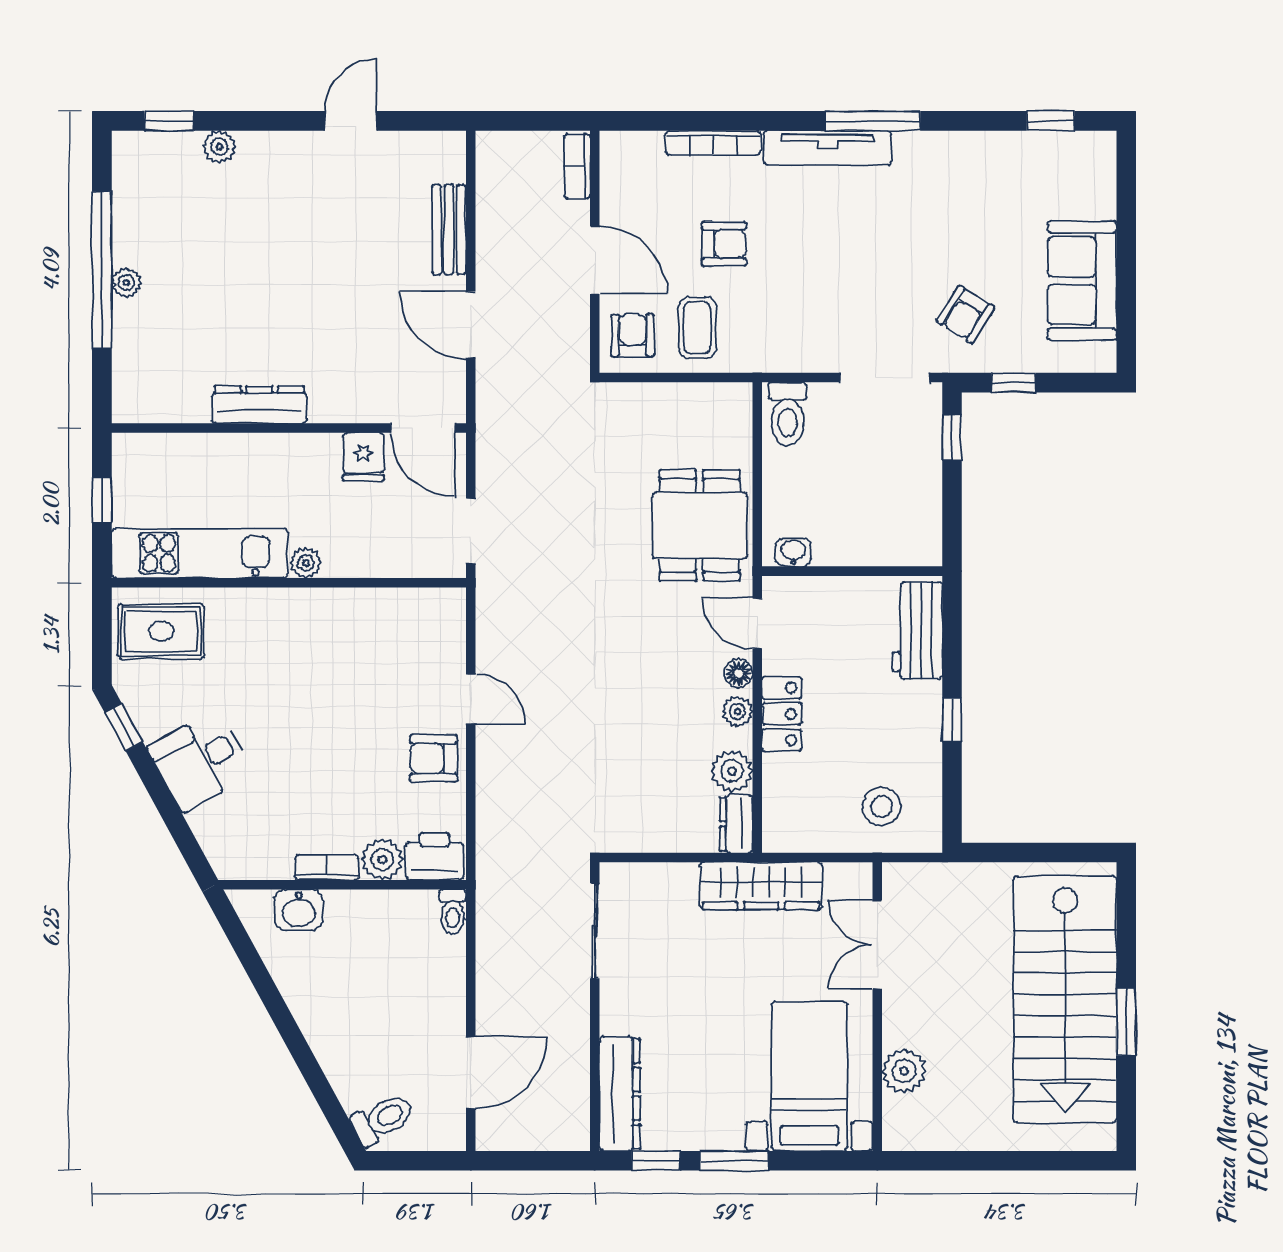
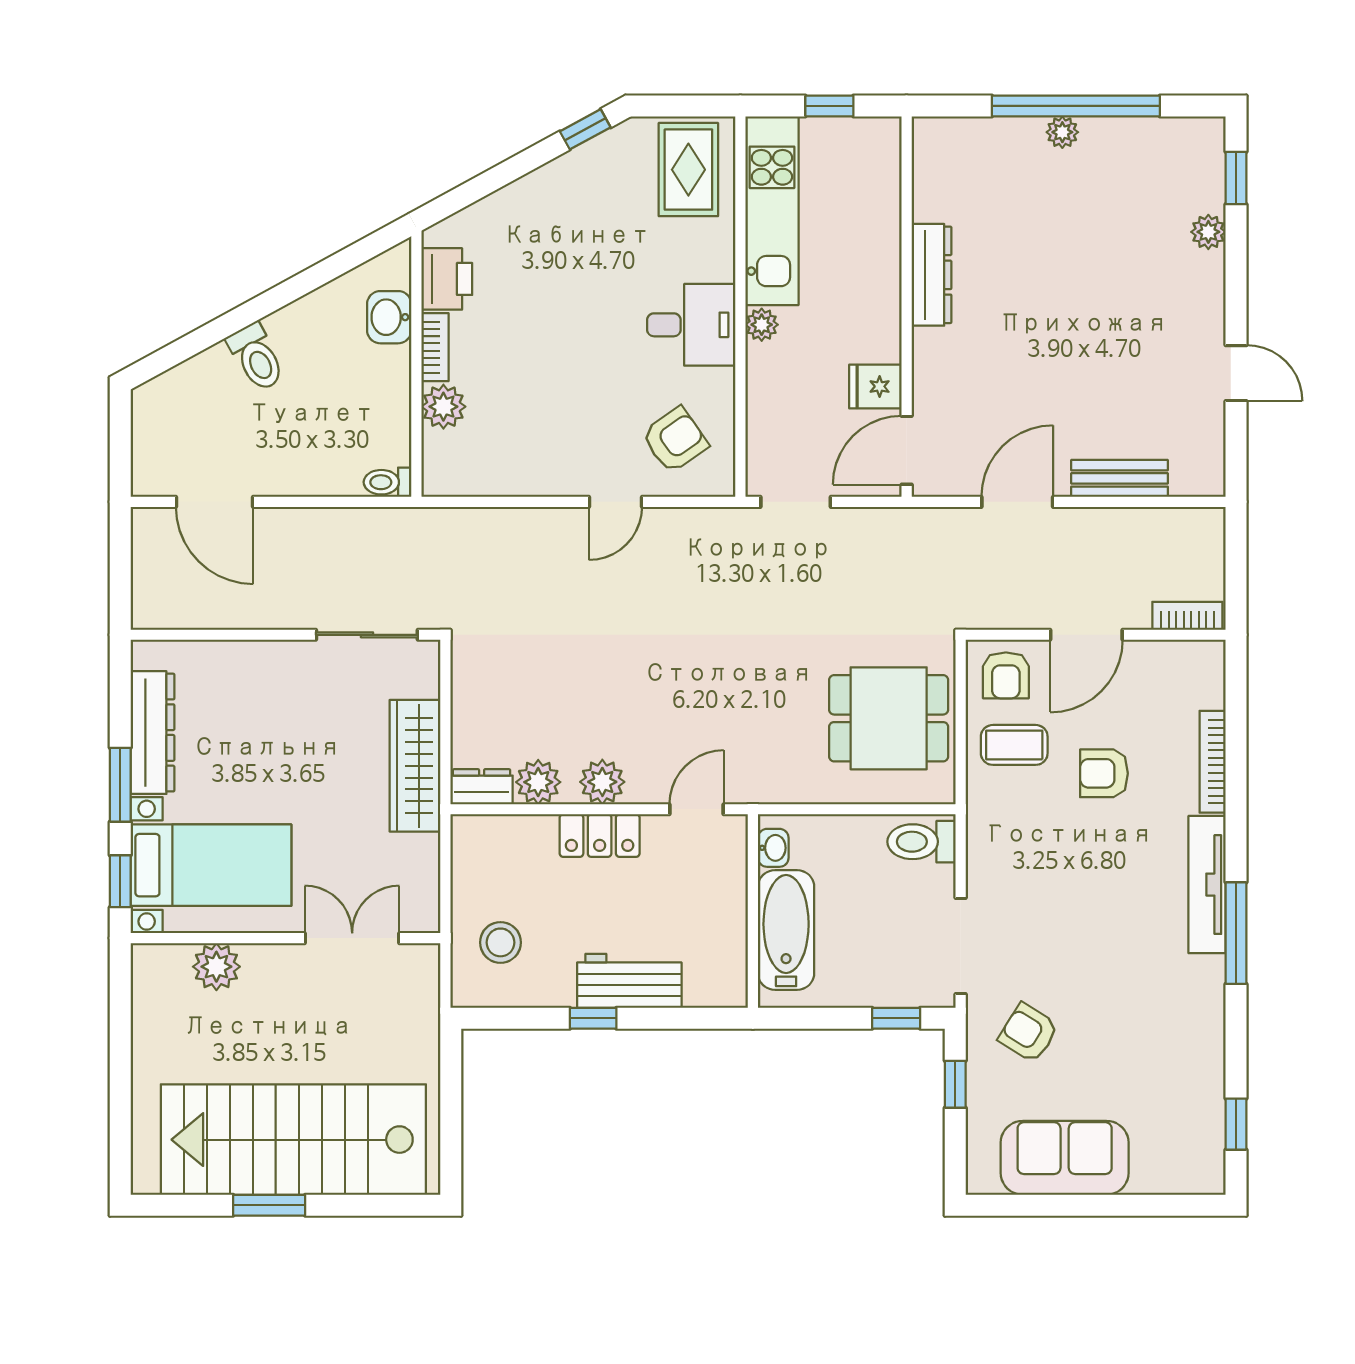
armchair: (724, 244) -> (1104, 773), turned 90
armchair: (633, 335) -> (1006, 675), turned 90
dining table: (700, 525) -> (889, 718), moved
bathtub: (870, 540) -> (786, 930), added
workbench: (917, 630) -> (629, 981), moved
floor lamp: (738, 673) -> (643, 789), removed
plant: (738, 711) -> (602, 782), width x1.38, depth x1.38
armchair: (434, 758) -> (675, 440), moved, turned 55
desk: (200, 761) -> (691, 325), moved, turned 119
printer: (434, 856) -> (447, 279), moved
wardrobe: (761, 886) -> (415, 766), moved
dresser: (620, 1094) -> (152, 733), moved, turned -90
toilet: (383, 1119) -> (256, 357), moved
window: (656, 1161) -> (120, 881), moved

